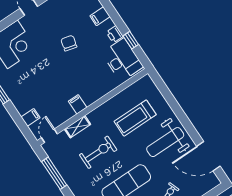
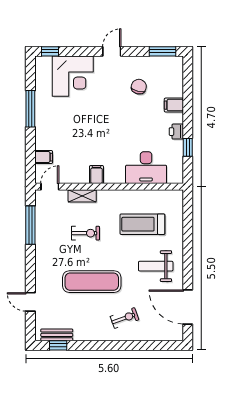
chair: (69, 43) -> (139, 87), moved
desk: (122, 60) -> (146, 168), moved, turned 90
weight bench: (165, 142) -> (156, 266), width x0.73, depth x0.75
exercise bike: (98, 152) -> (86, 233), width x0.73, depth x0.72

